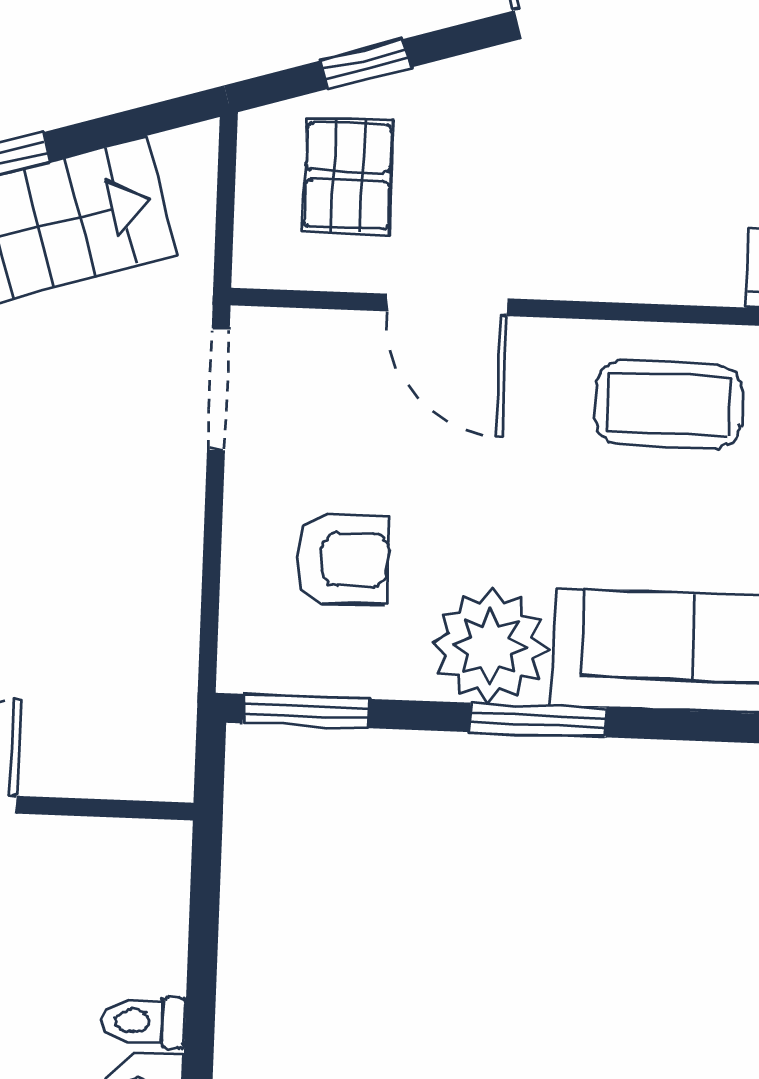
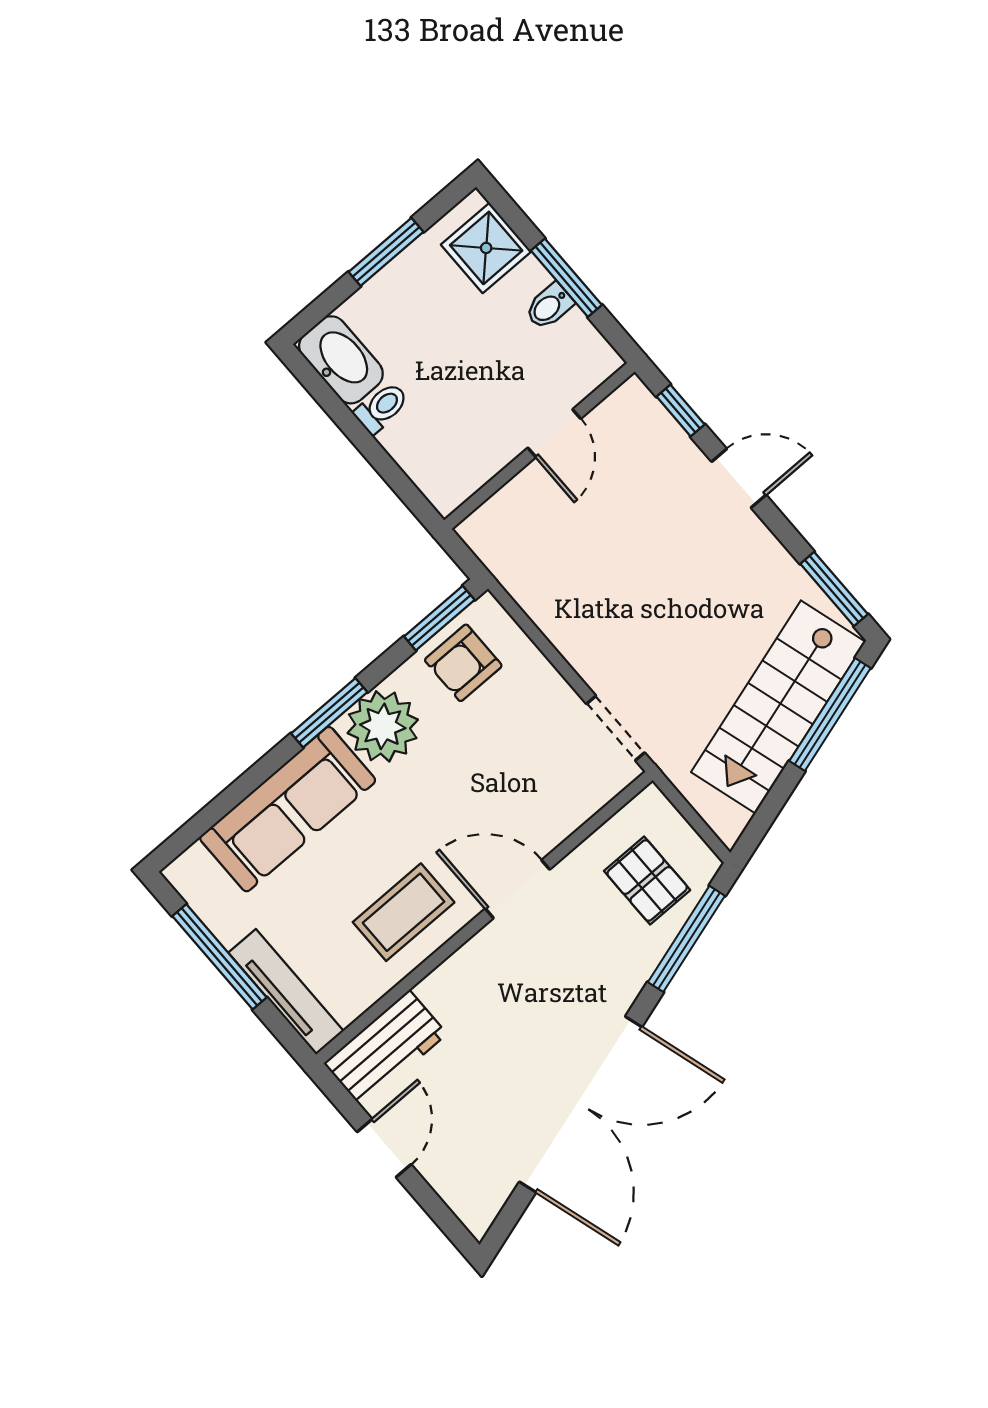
window: (365, 64) -> (686, 939), width x2.17
door: (447, 305) -> (517, 889), moved
armchair: (342, 559) -> (463, 663), moved

